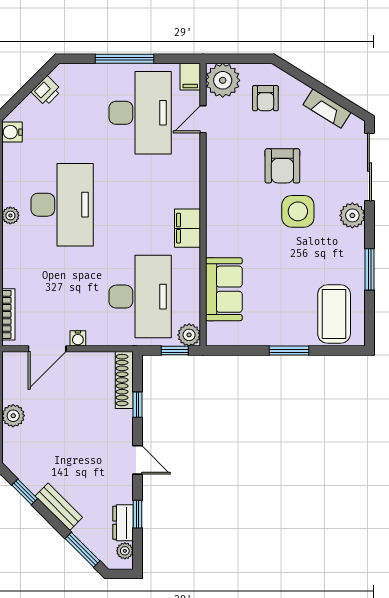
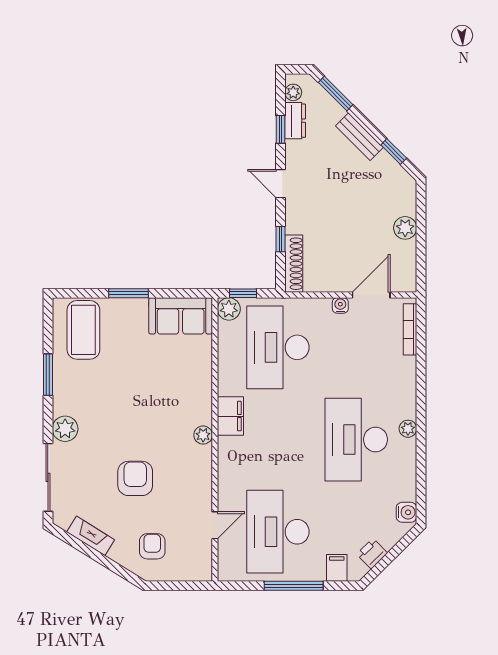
filing cabinet: (190, 77) -> (337, 568), moved
plant: (223, 80) -> (203, 435), moved, width x0.53, depth x0.53
side table: (298, 211) -> (120, 433), removed
sofa: (224, 289) -> (181, 316), moved, turned -90

